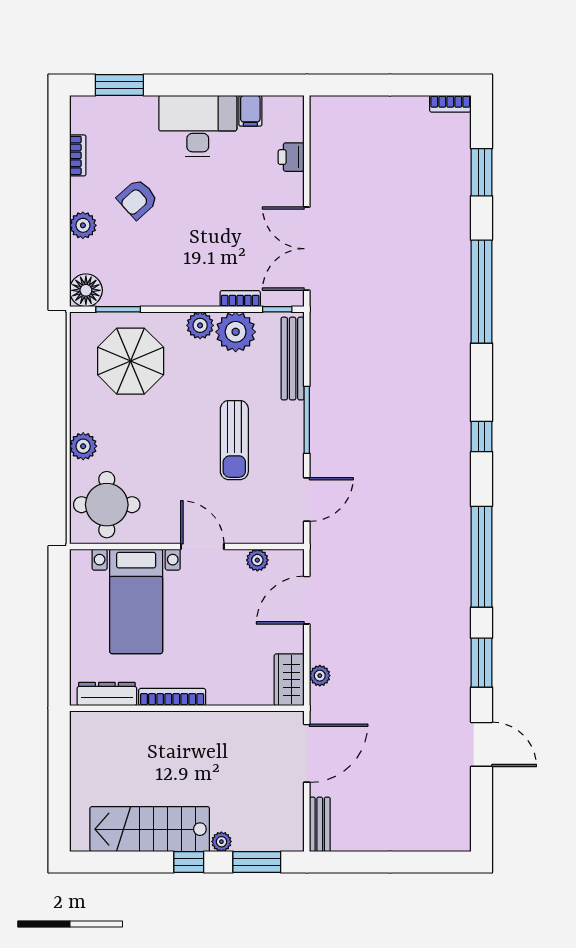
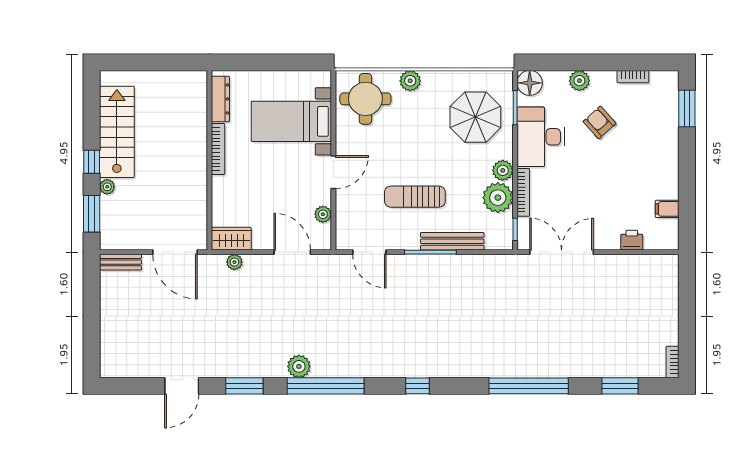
desk: (198, 126) -> (541, 137), moved, turned 180
bookcase: (240, 299) -> (523, 192), width x1.56
bench: (293, 359) -> (452, 241), moved
plant: (456, 591) -> (299, 366), added

